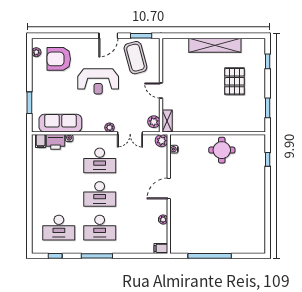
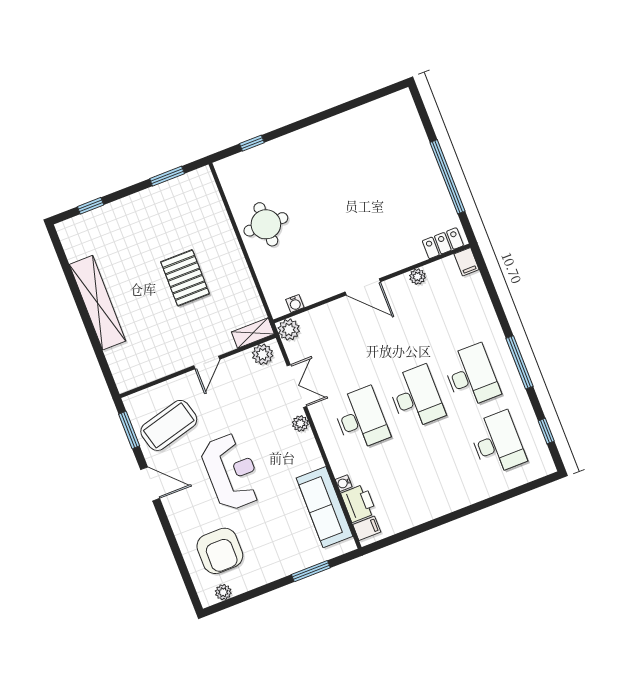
pallet: (235, 81) -> (185, 278), moved, turned 90
locker: (176, 240) -> (443, 243), added

